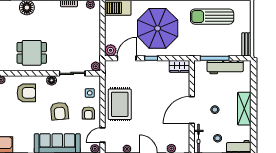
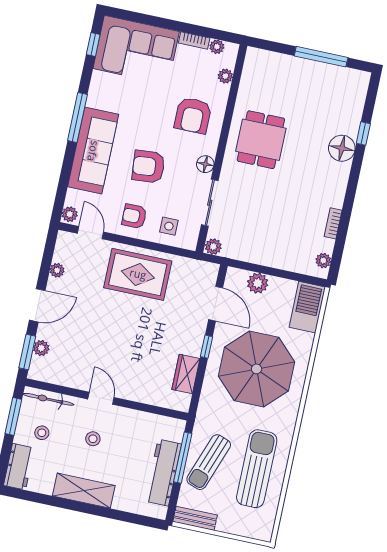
sun lounger: (214, 44) -> (209, 462), added
plant: (111, 50) -> (258, 283), moved
wardrobe: (179, 66) -> (186, 374), moved
door: (192, 110) -> (101, 398), width x0.53

